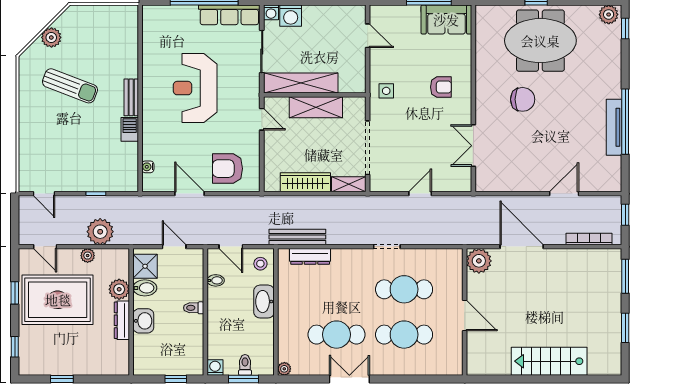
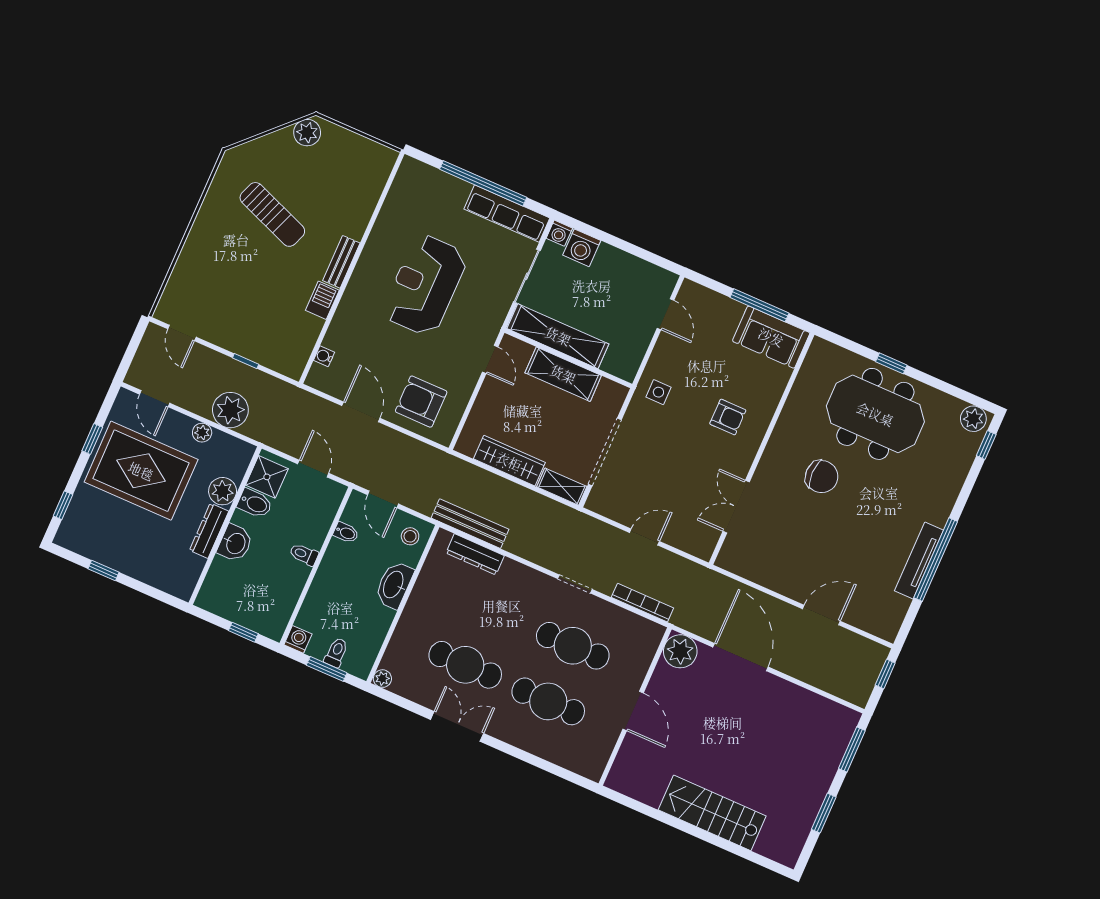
plant: (51, 37) -> (307, 133), moved
bookcase: (589, 239) -> (642, 603), moved

